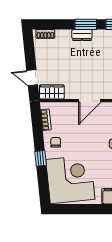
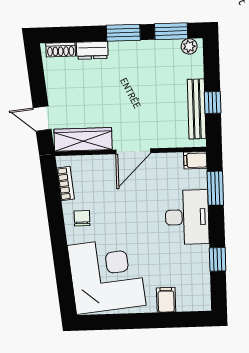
dresser: (82, 35) -> (92, 50), moved
wardrobe: (52, 92) -> (83, 139), width x1.50
window: (41, 158) -> (59, 244), removed

